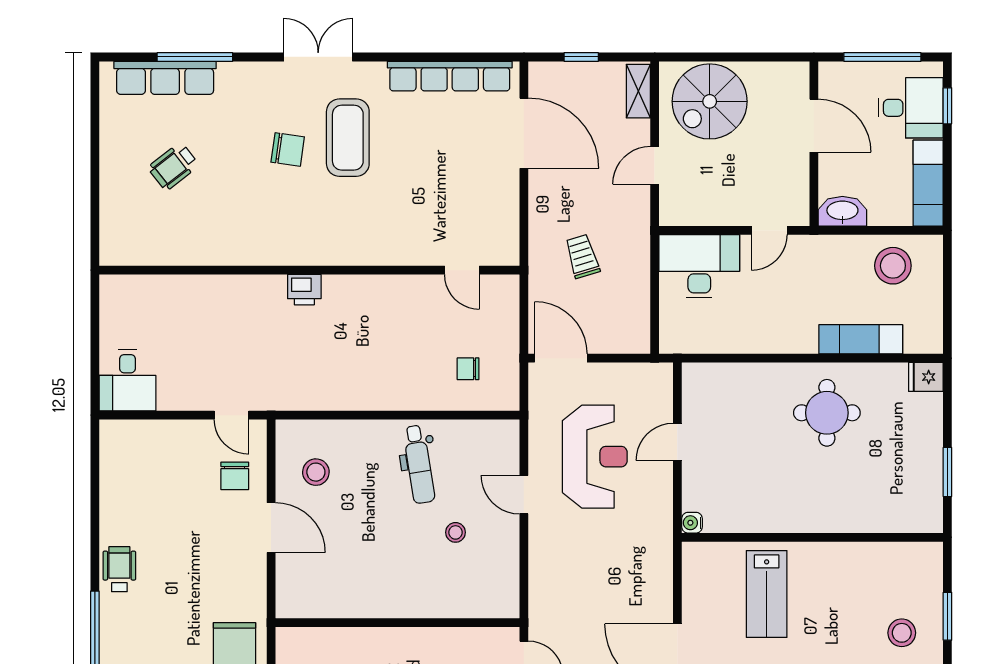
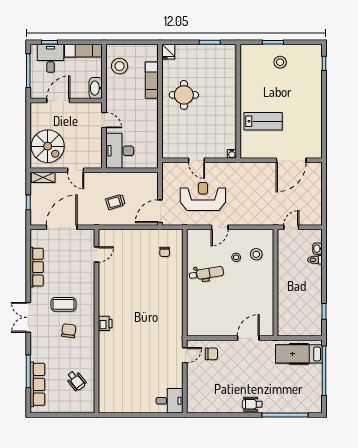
row of seats: (450, 76) -> (37, 267), width x0.73
coffee table: (348, 138) -> (64, 304), width x0.73, depth x0.76
wall: (309, 270) -> (97, 321), moved
door: (462, 270) -> (97, 254), moved
printer: (304, 290) -> (105, 323), moved
stool: (316, 472) -> (256, 254), moved
door: (271, 528) -> (248, 338), moved

